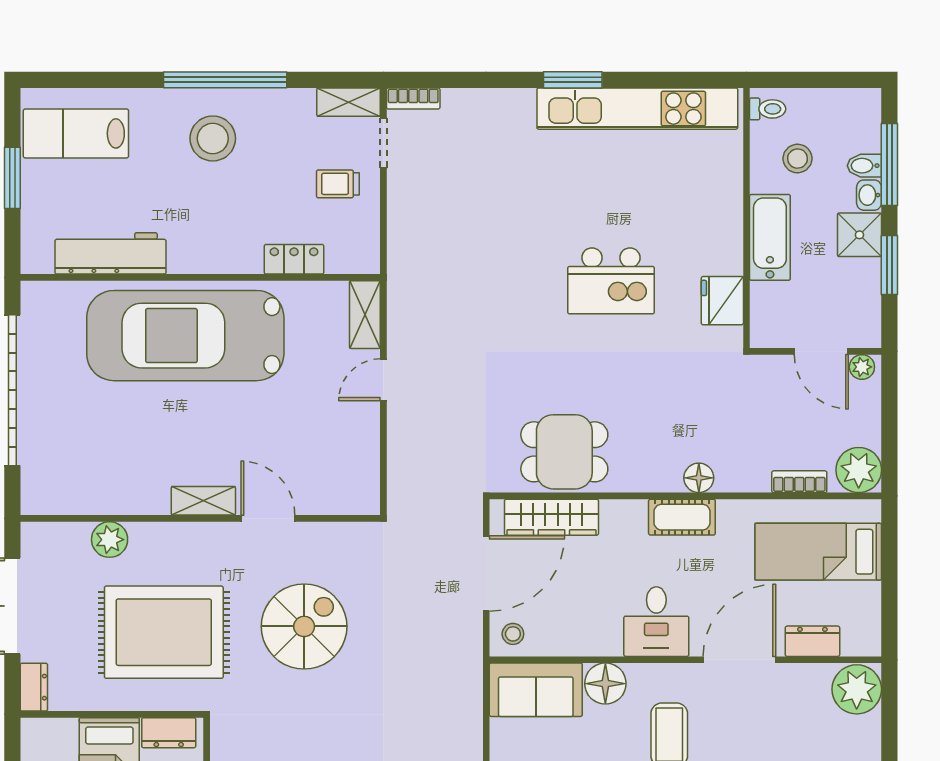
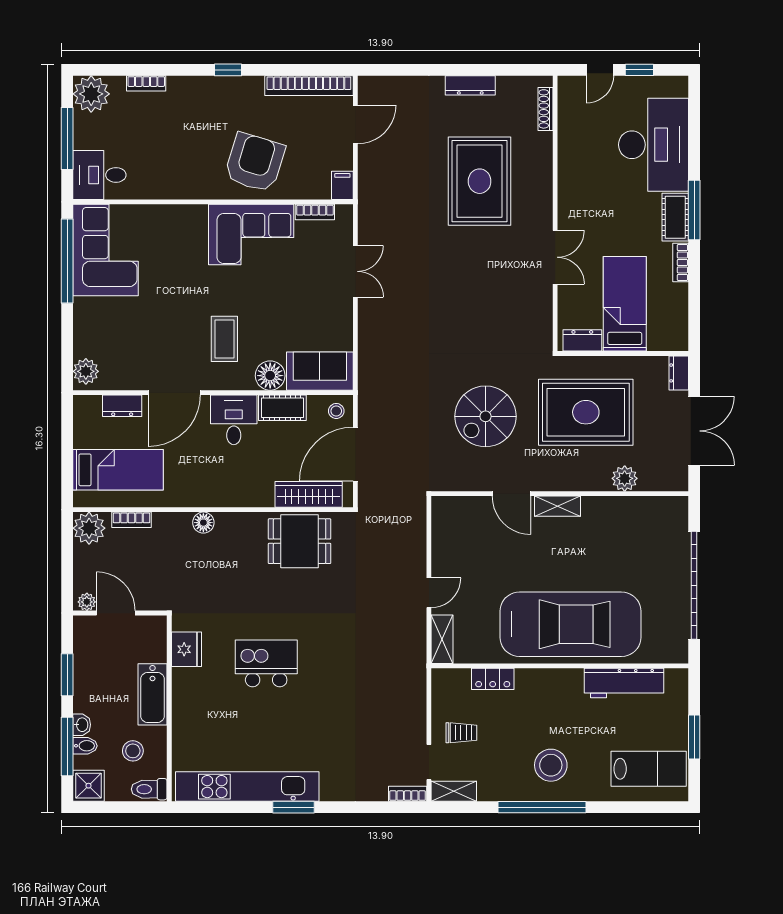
toilet: (768, 109) -> (149, 789), width x1.37, depth x1.39
shower: (859, 235) -> (88, 786), moved
cot: (682, 517) -> (282, 408), moved
plant: (857, 689) -> (86, 371), width x0.73, depth x0.73

